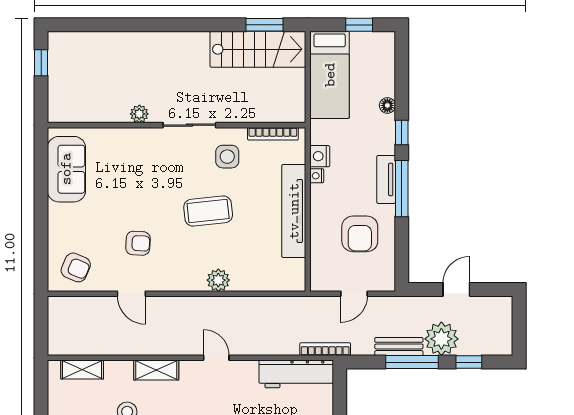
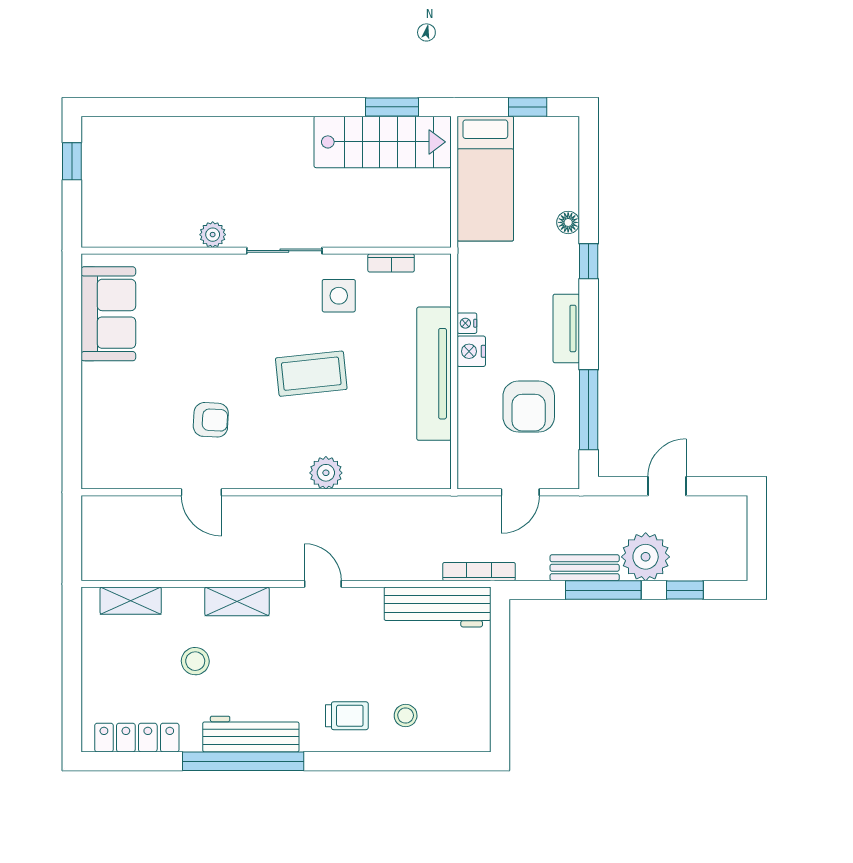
bookcase: (273, 134) -> (391, 263), width x0.64
nightstand: (320, 156) -> (471, 351), moved
window: (402, 189) -> (589, 410), moved
armchair: (76, 267) -> (122, 455), removed

